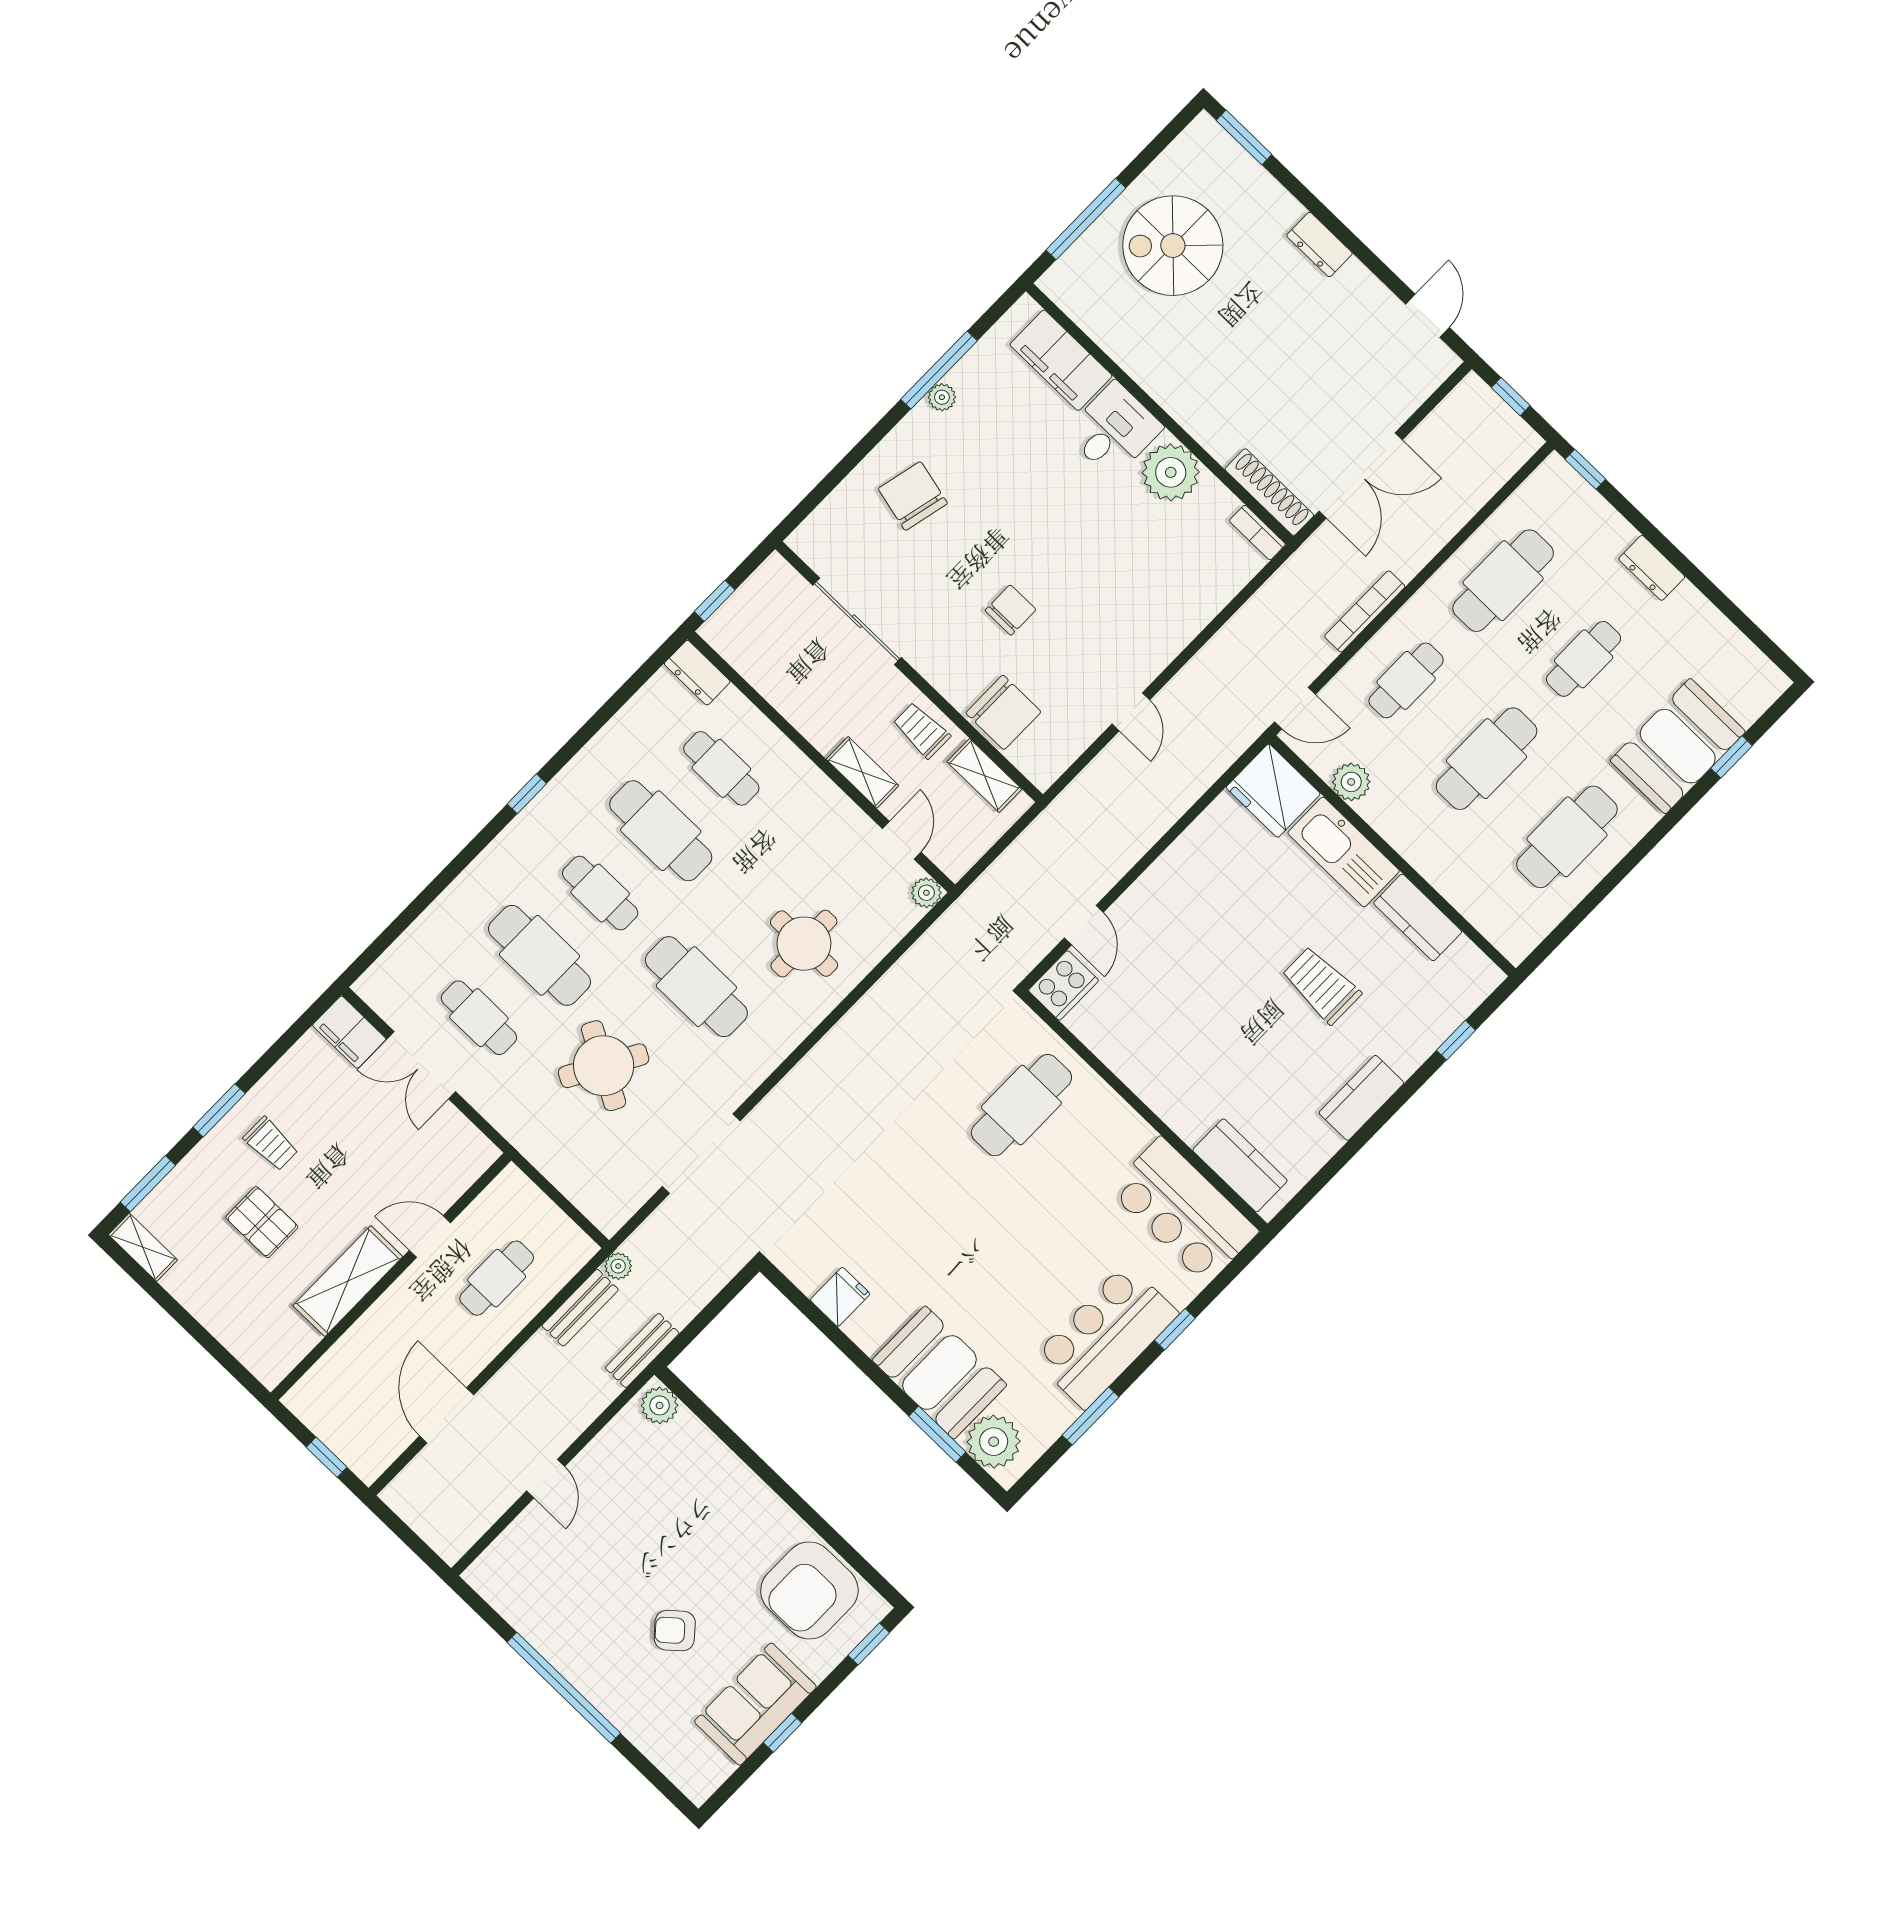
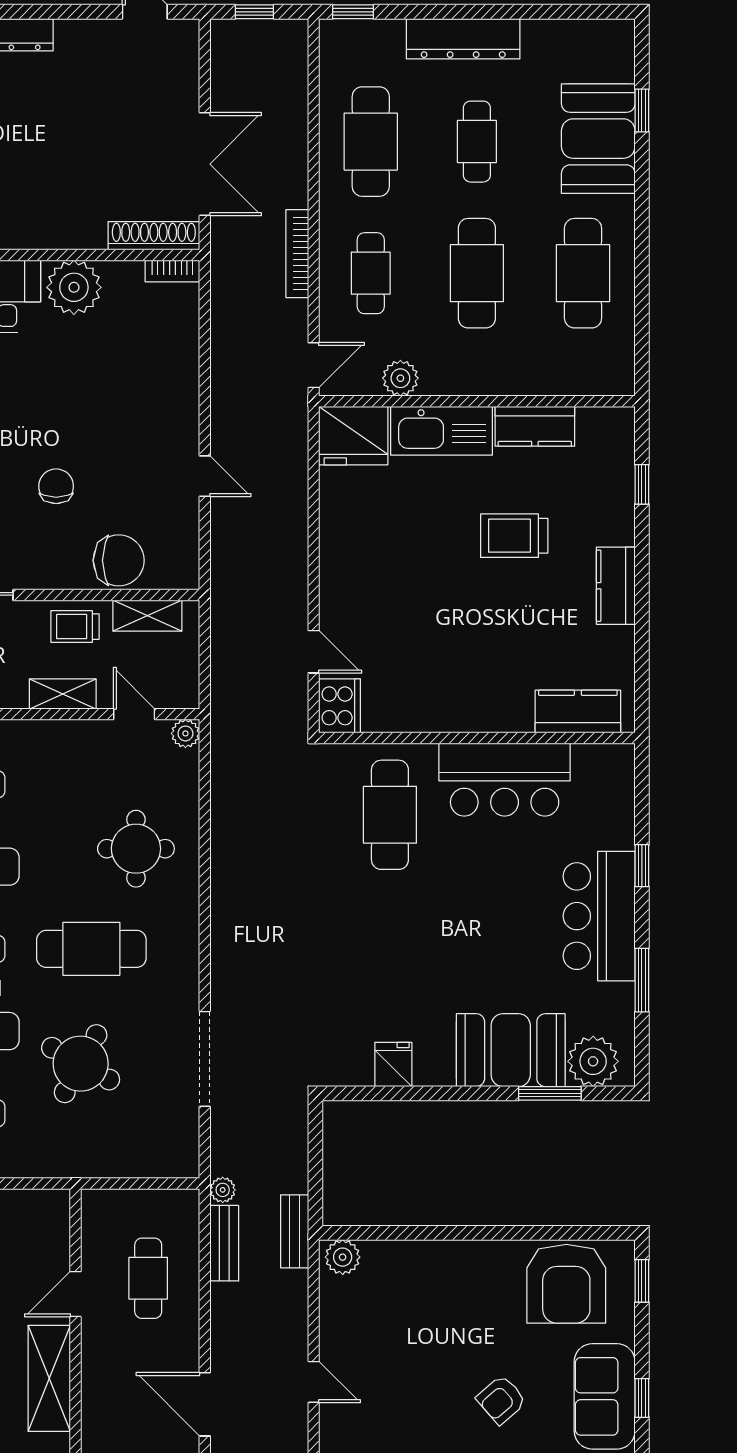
dresser: (1652, 568) -> (463, 39), width x1.96, depth x1.24
bar counter: (1183, 1211) -> (505, 780), moved

